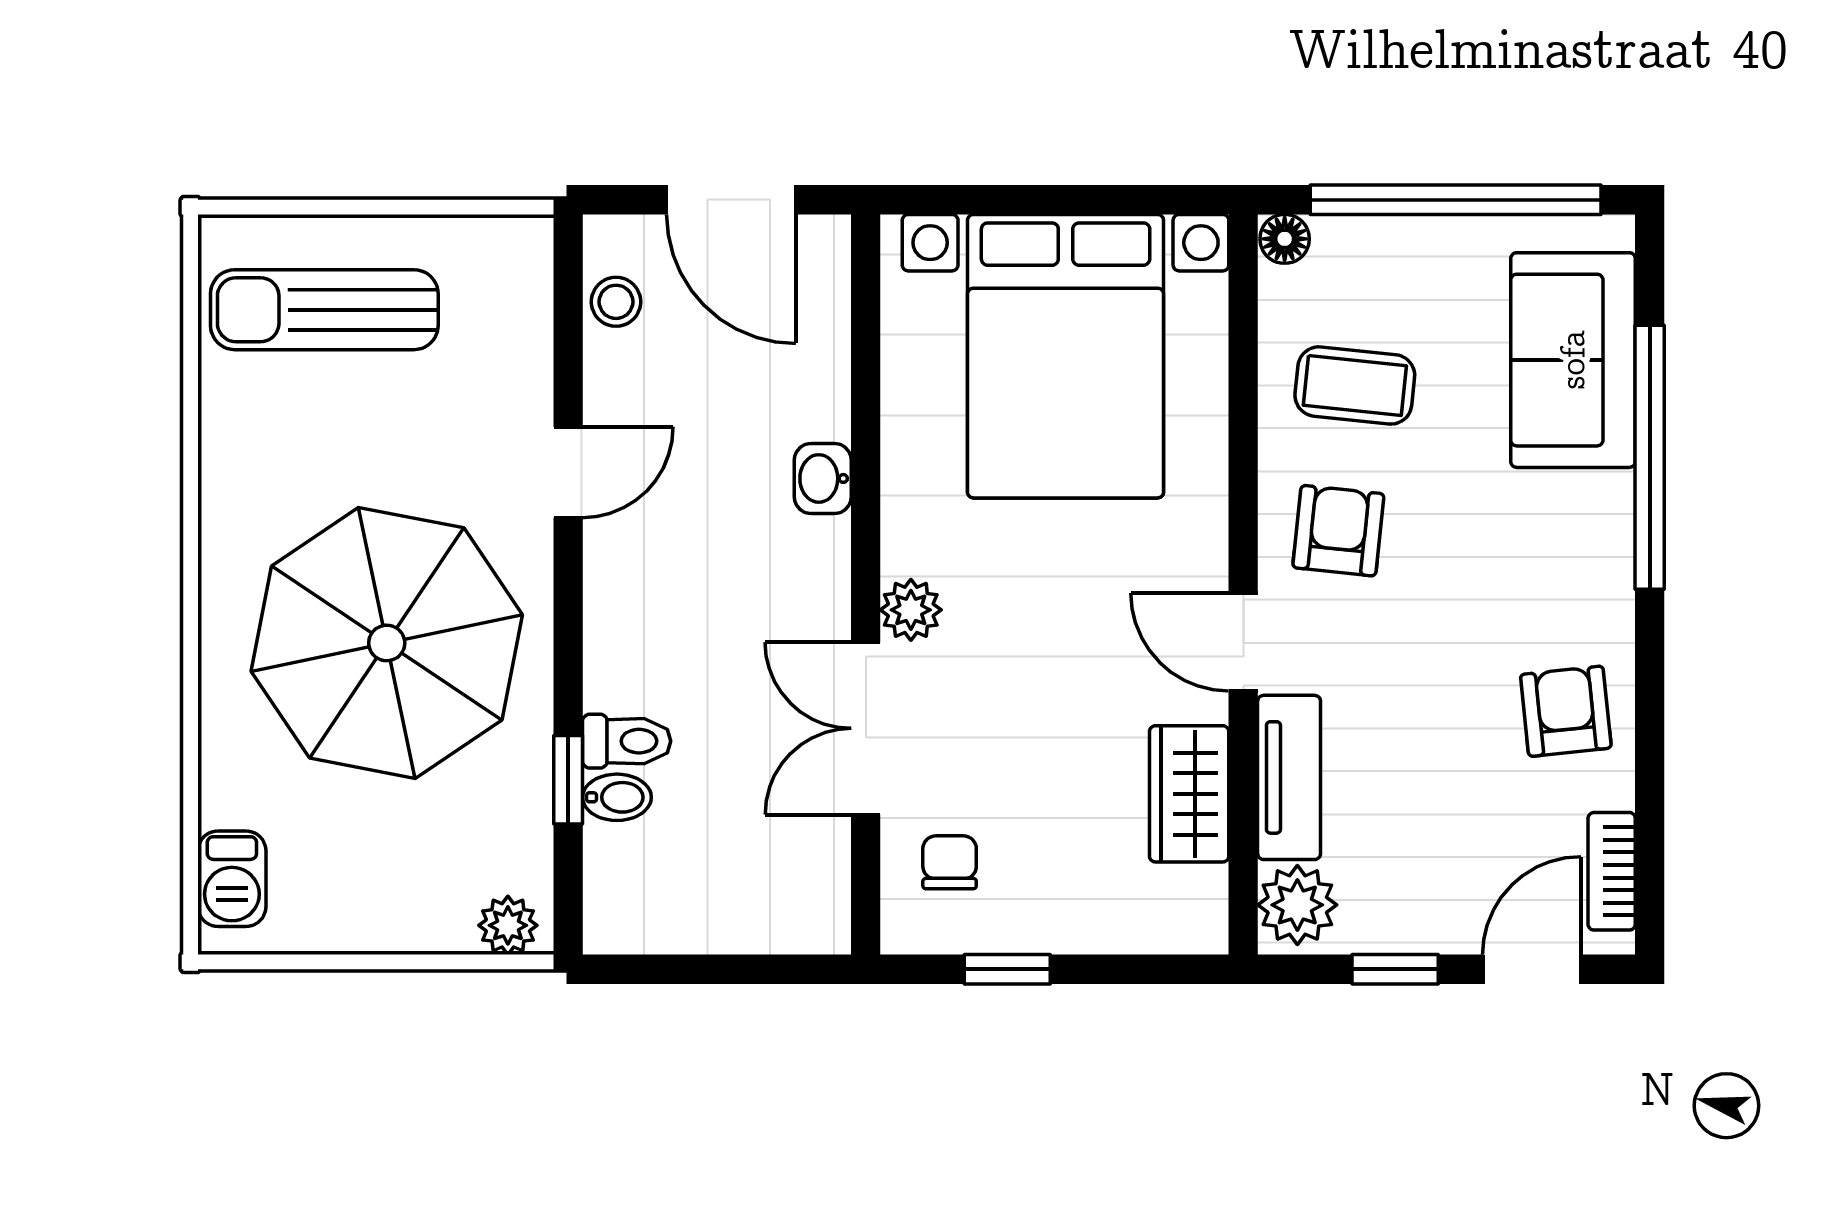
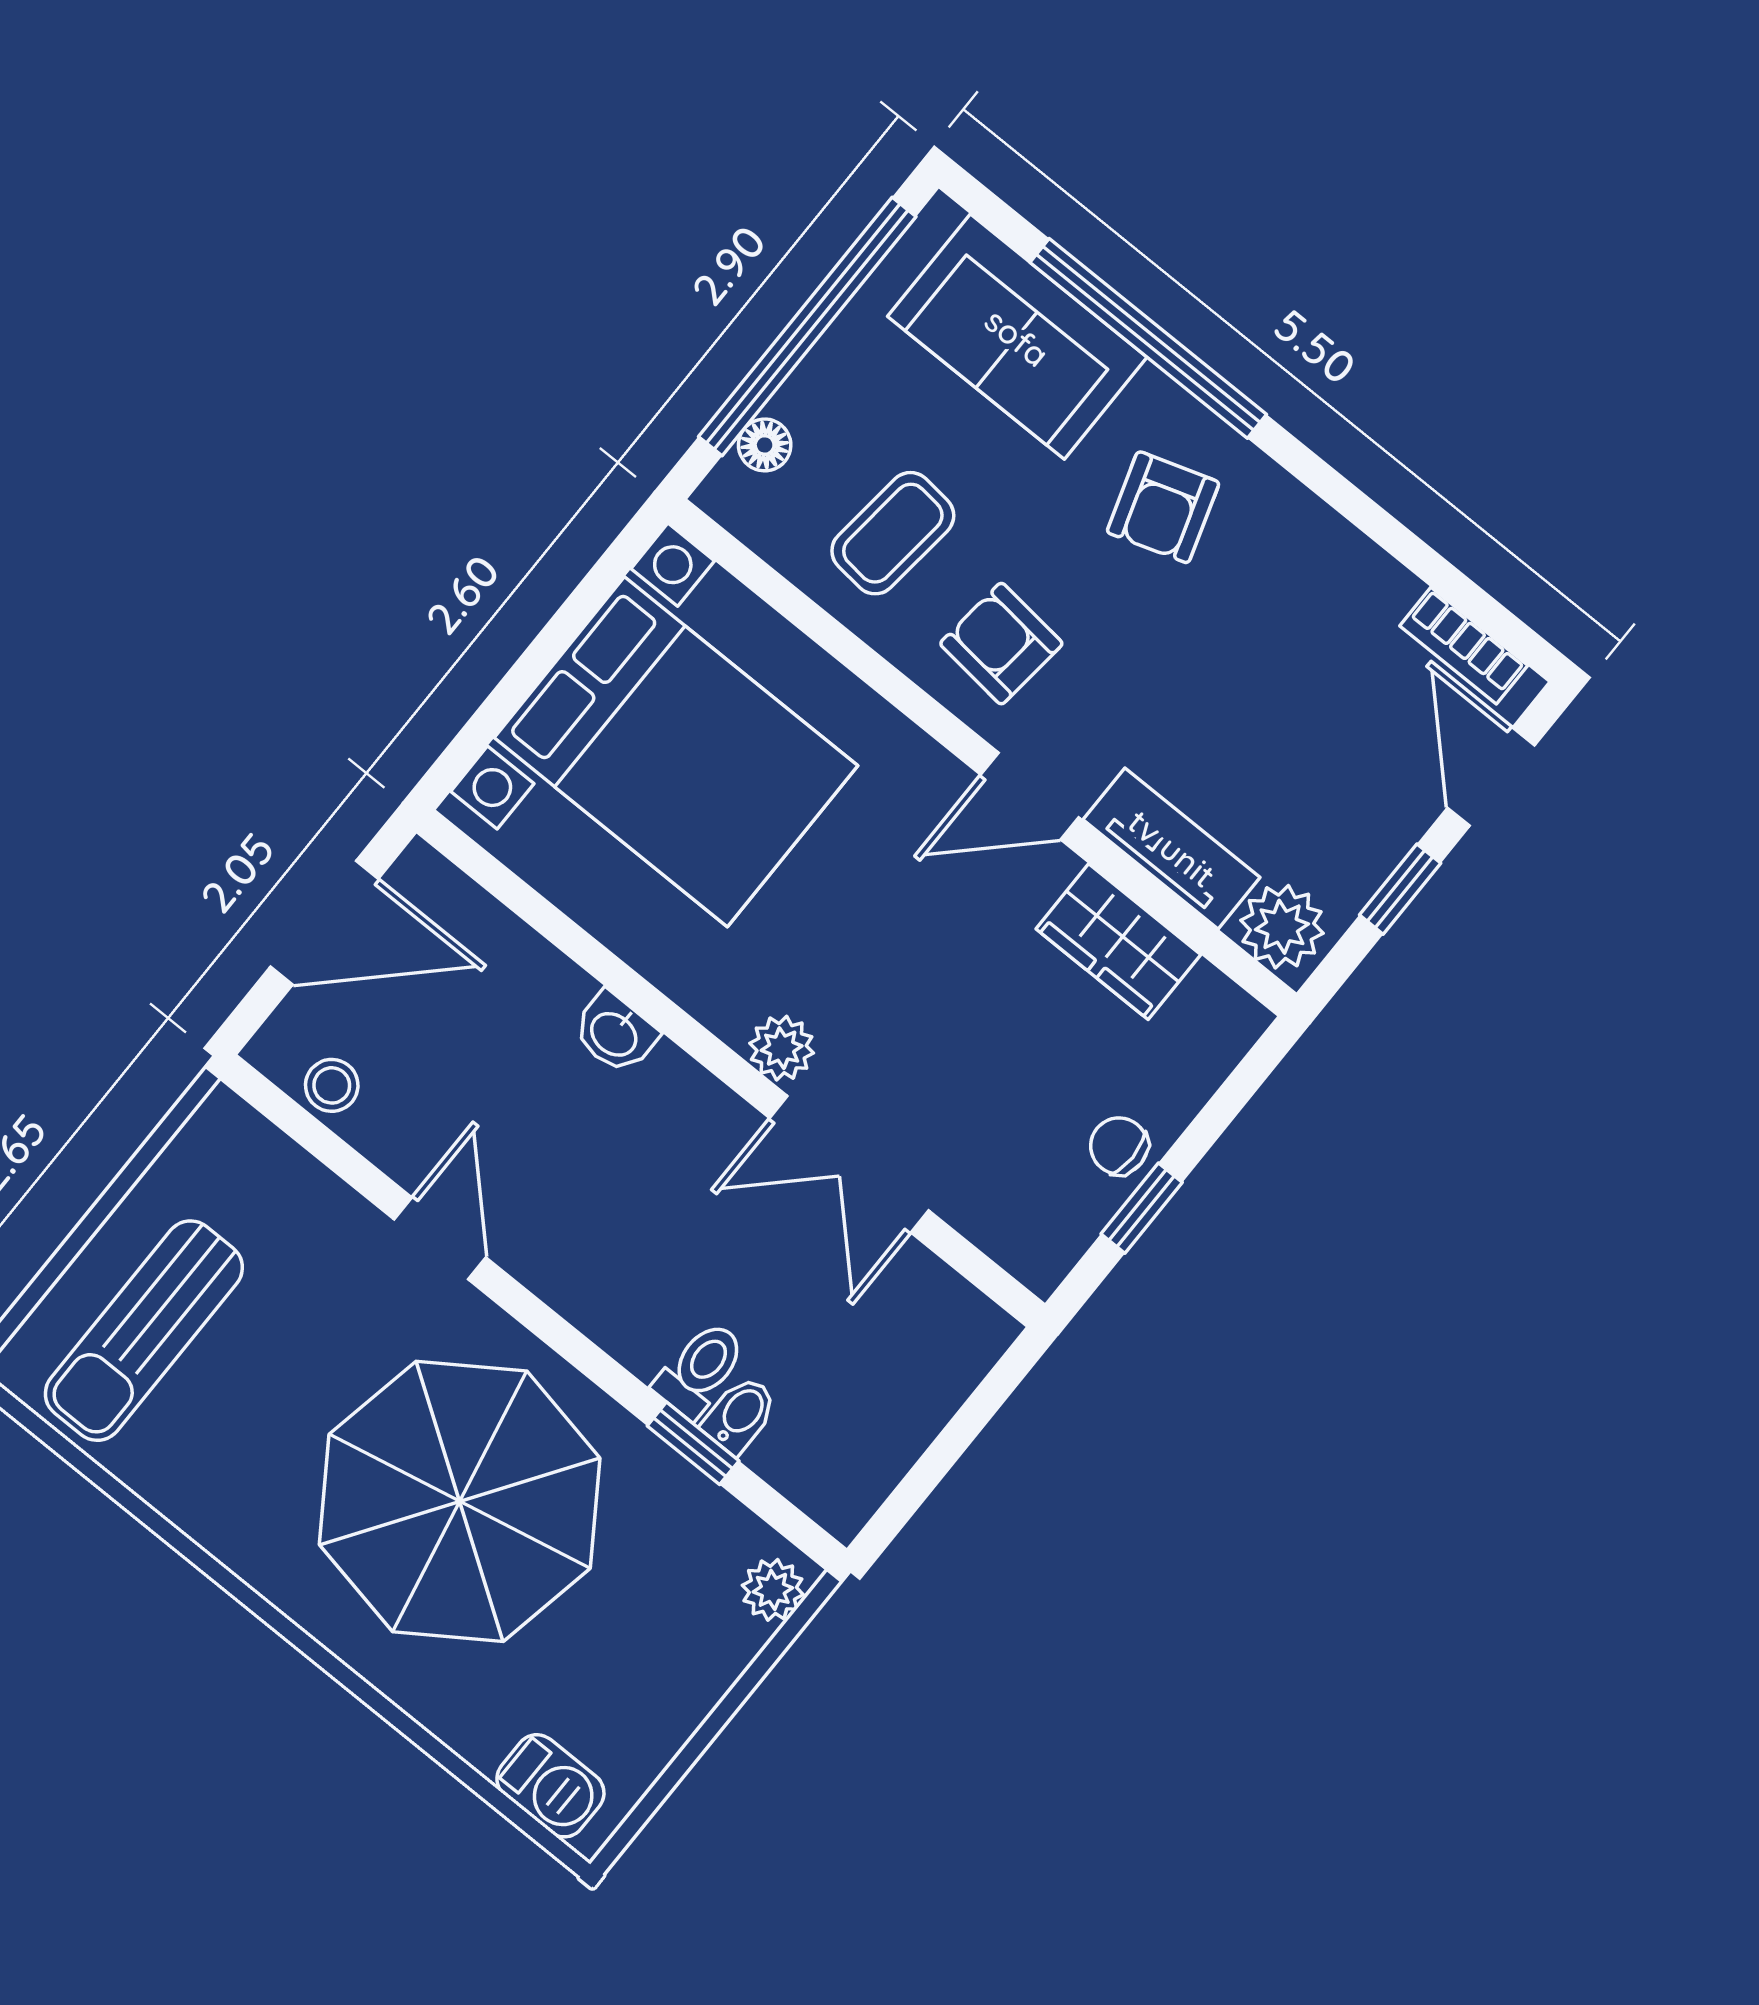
floor lamp: (1285, 239) -> (765, 445), moved
armchair: (1566, 711) -> (1163, 507), moved, turned -102
chair: (950, 862) -> (1119, 1146), moved

